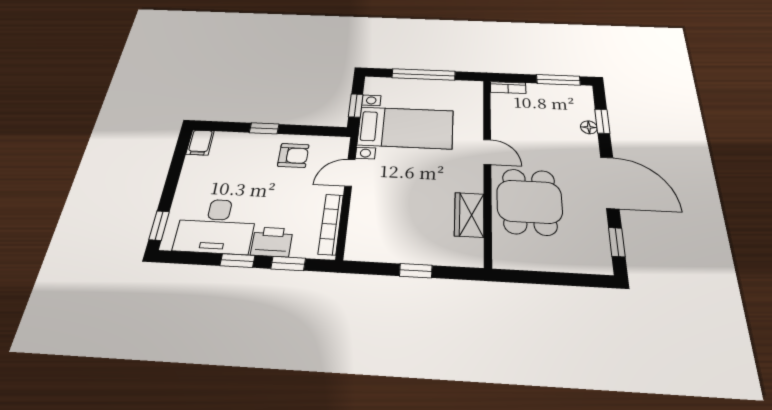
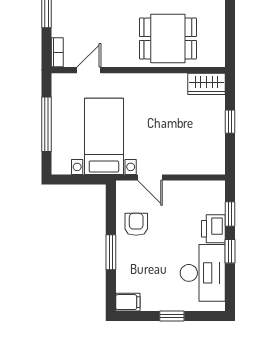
window: (356, 105) -> (83, 179), removed
window: (264, 128) -> (111, 252), width x1.50
door: (487, 152) -> (89, 70), moved
wardrobe: (469, 215) -> (206, 84), moved
bookcase: (331, 224) -> (196, 187), removed
window: (159, 226) -> (172, 316), moved

